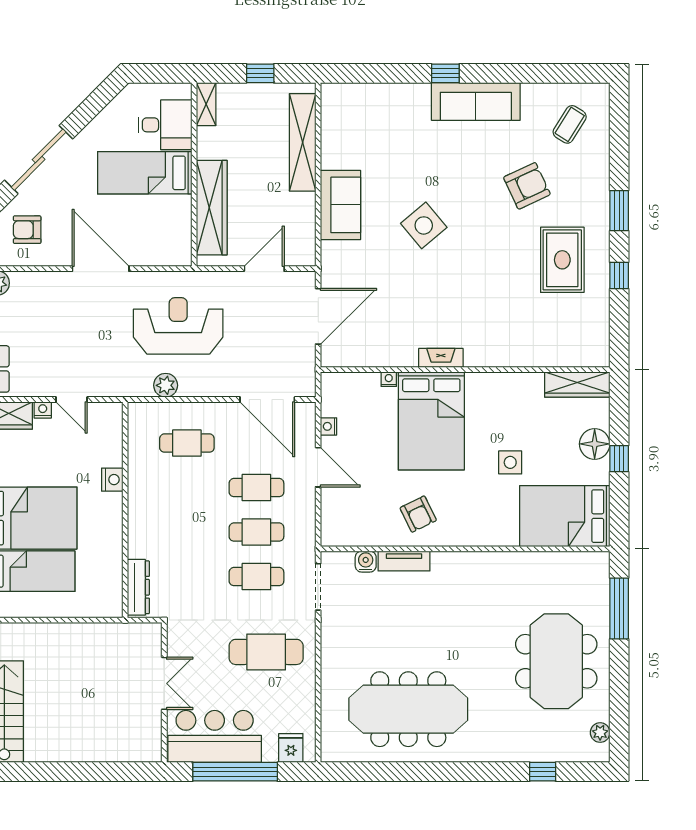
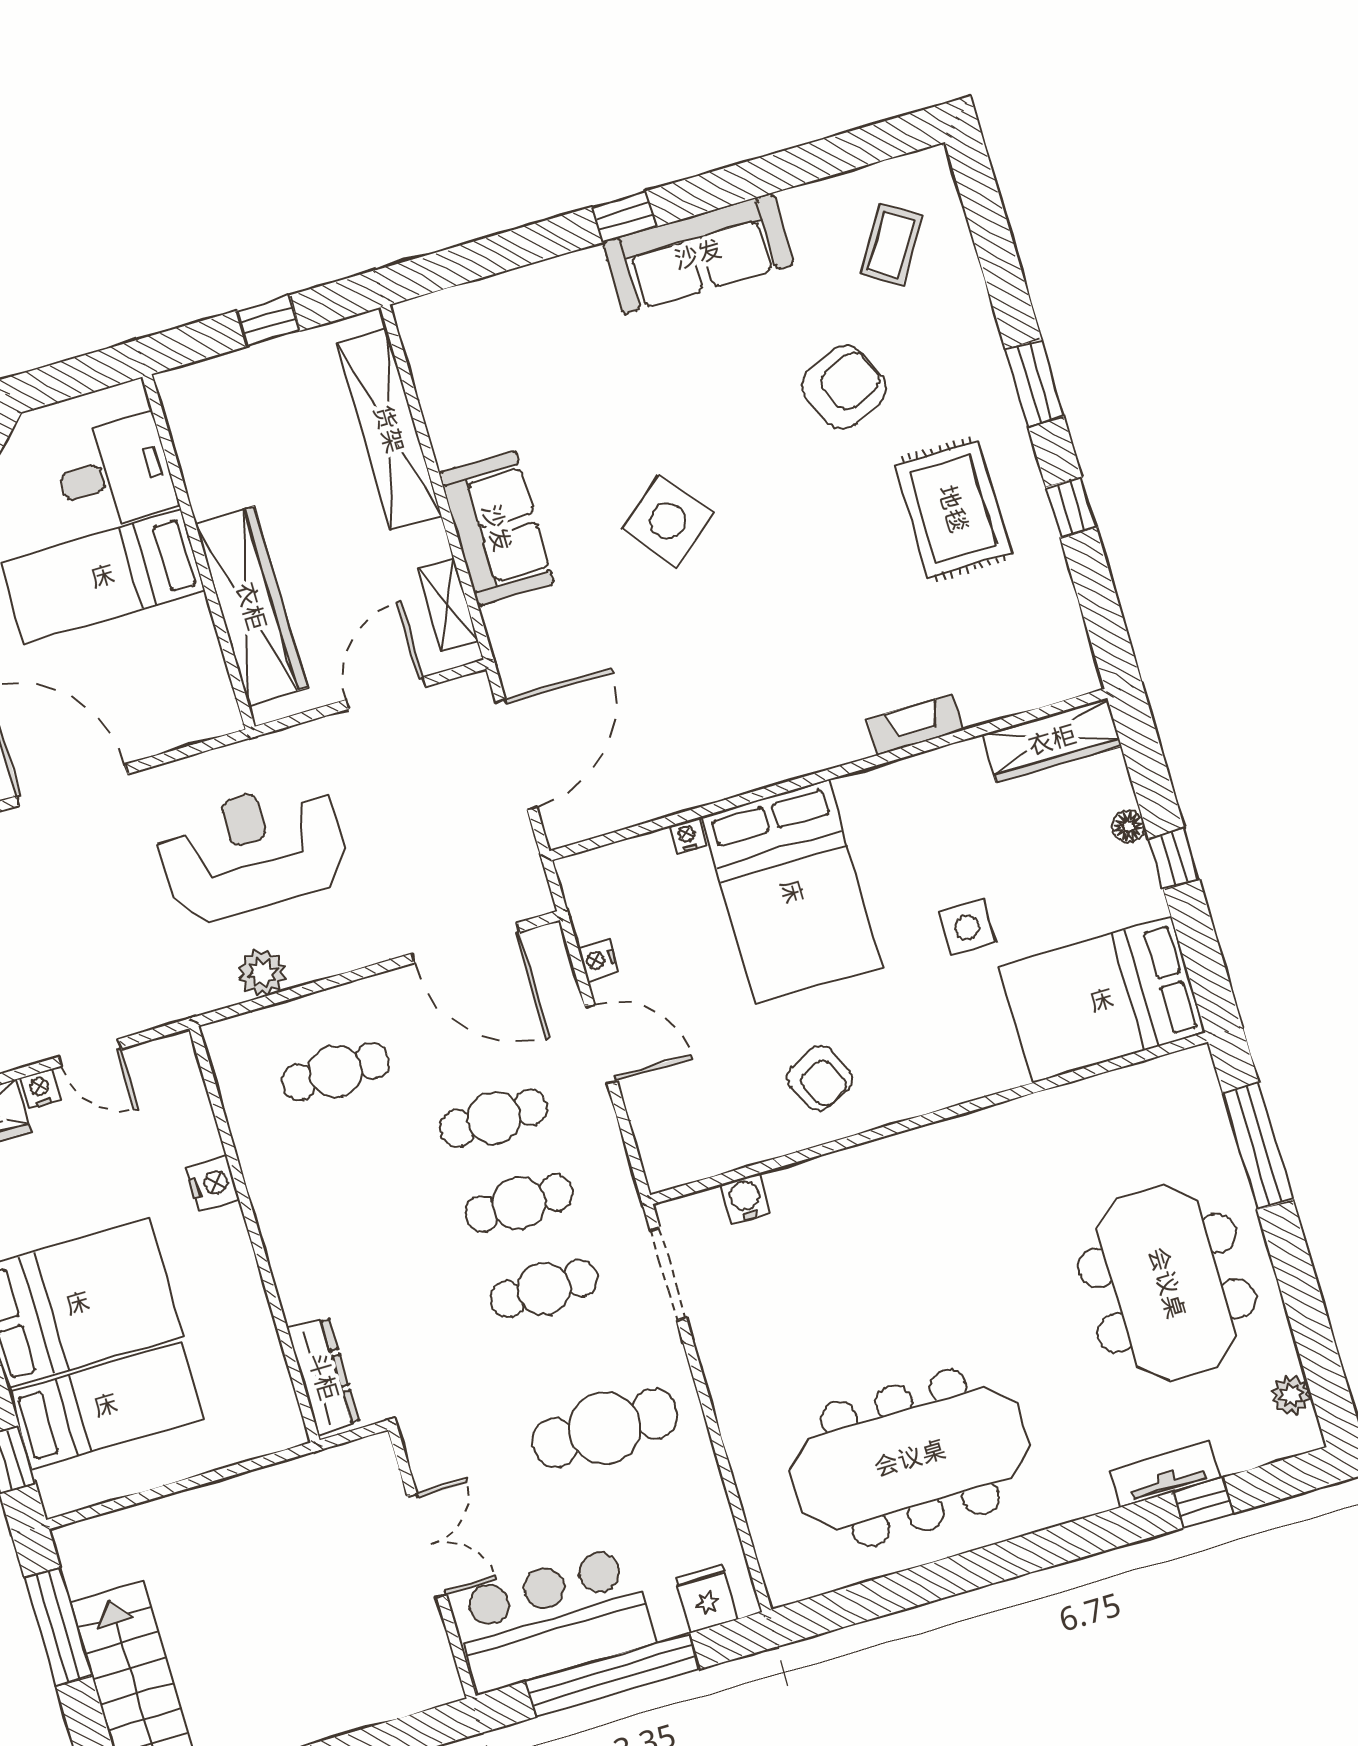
shelving: (206, 104) -> (448, 605), moved
fireplace: (441, 358) -> (915, 725), moved
floor lamp: (595, 444) -> (1128, 827), width x0.53, depth x0.53
tv unit: (404, 561) -> (1165, 1474), moved, turned 180

